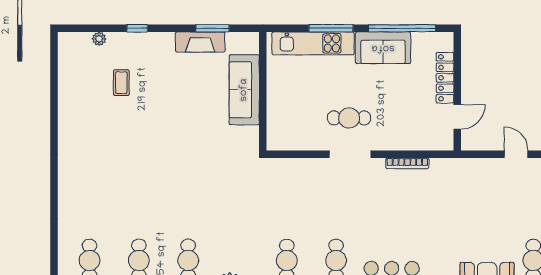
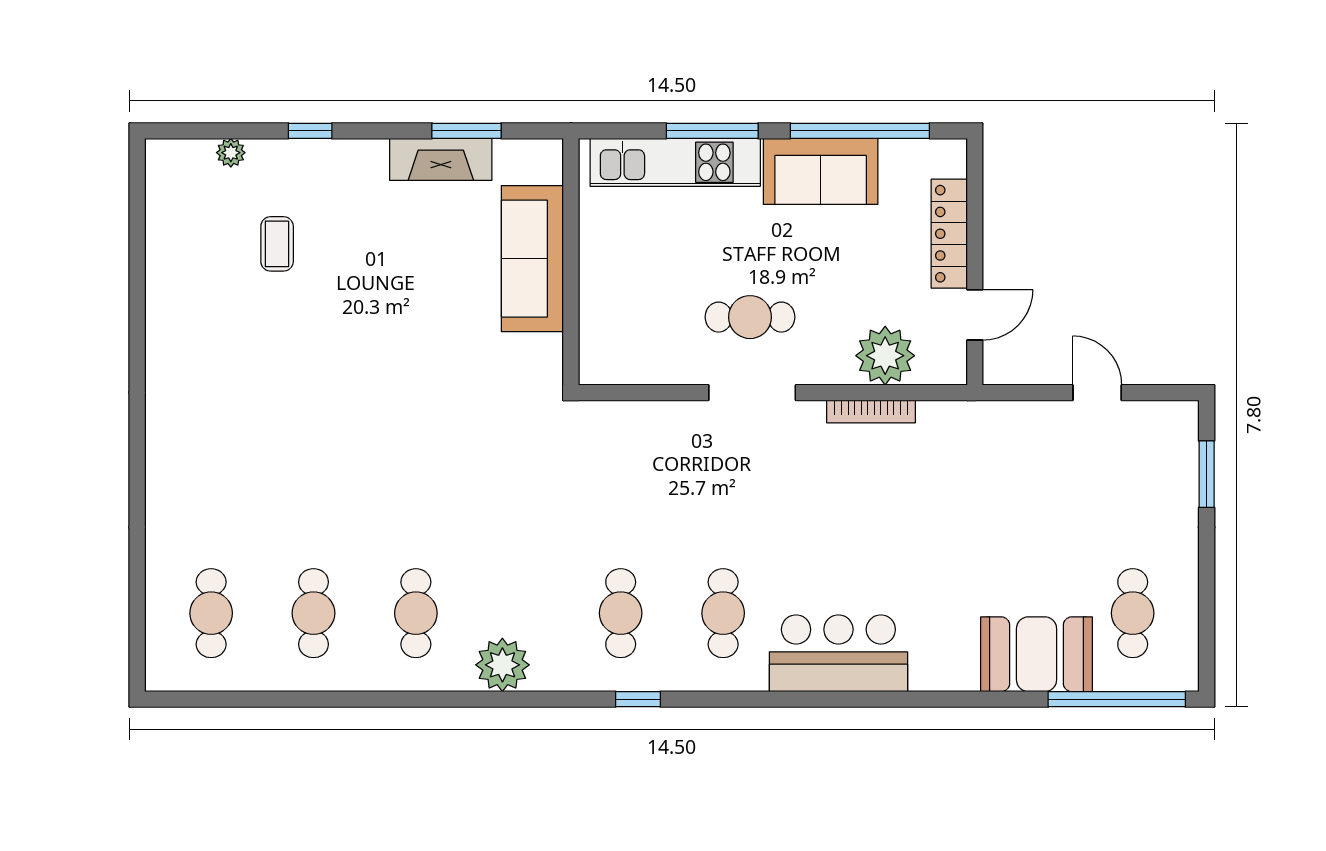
plant: (414, 136) -> (885, 356), added

